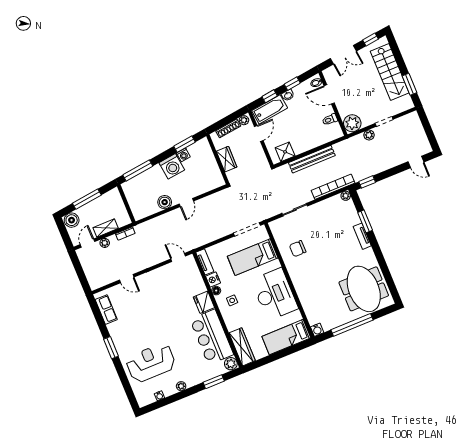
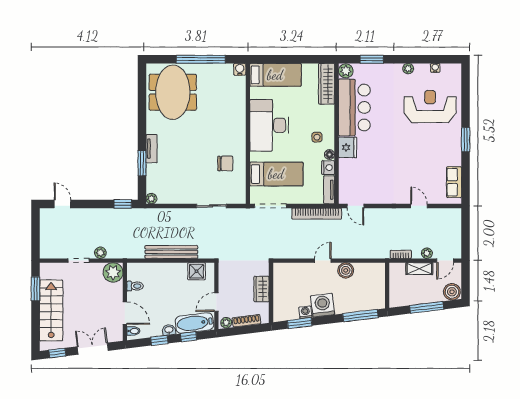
bookcase: (333, 187) -> (317, 214), moved
reception desk: (151, 363) -> (430, 107), turned 180

